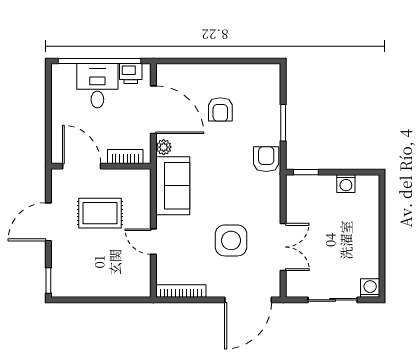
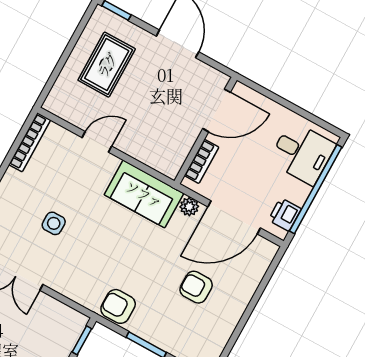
desk: (97, 86) -> (302, 153), moved
armchair: (266, 159) -> (118, 306), turned 180
rug: (100, 213) -> (107, 65), moved
side table: (231, 240) -> (54, 223), width x0.54, depth x0.54

